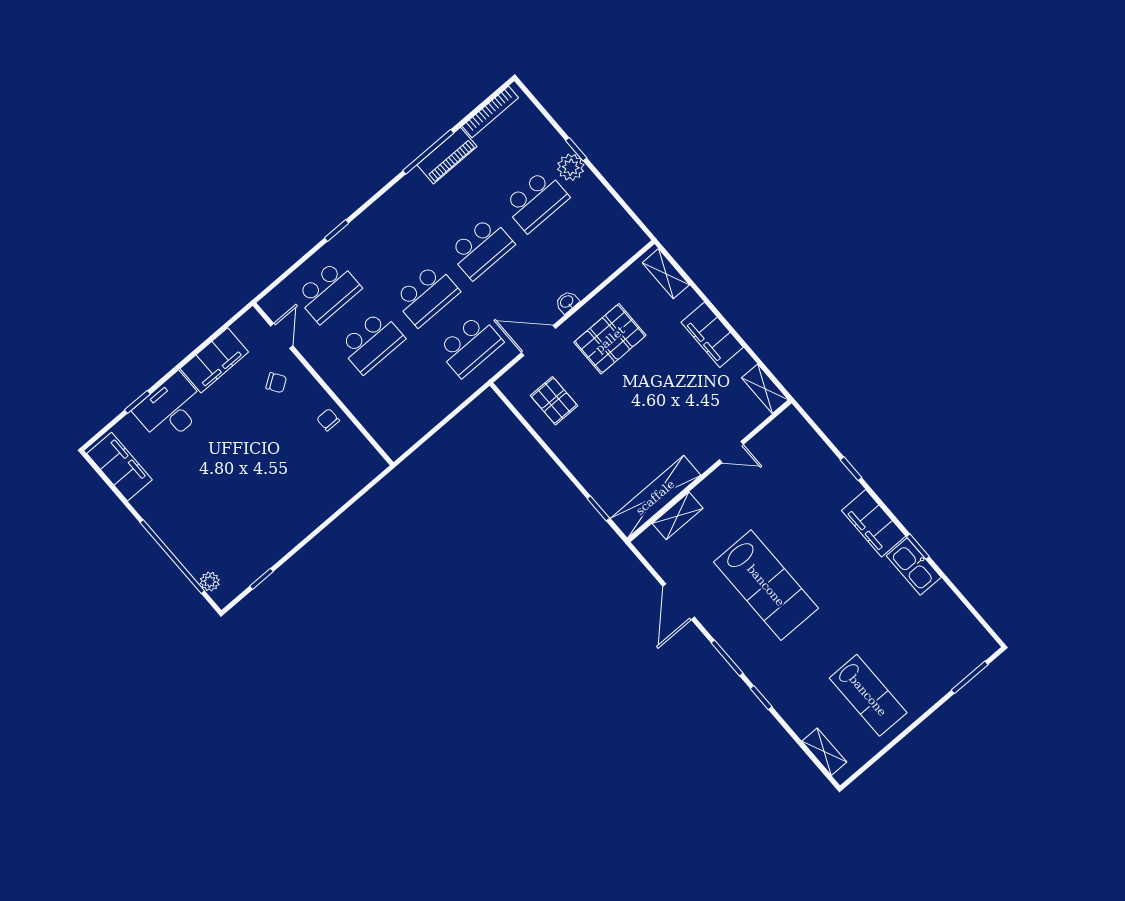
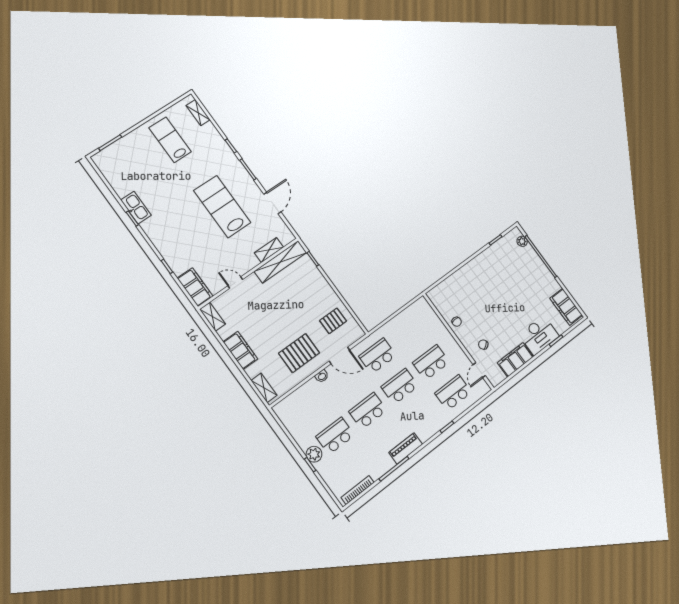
piano: (447, 156) -> (406, 448), moved
pallet: (554, 401) -> (333, 321), turned 90
filing cabinet: (874, 523) -> (195, 287), moved

